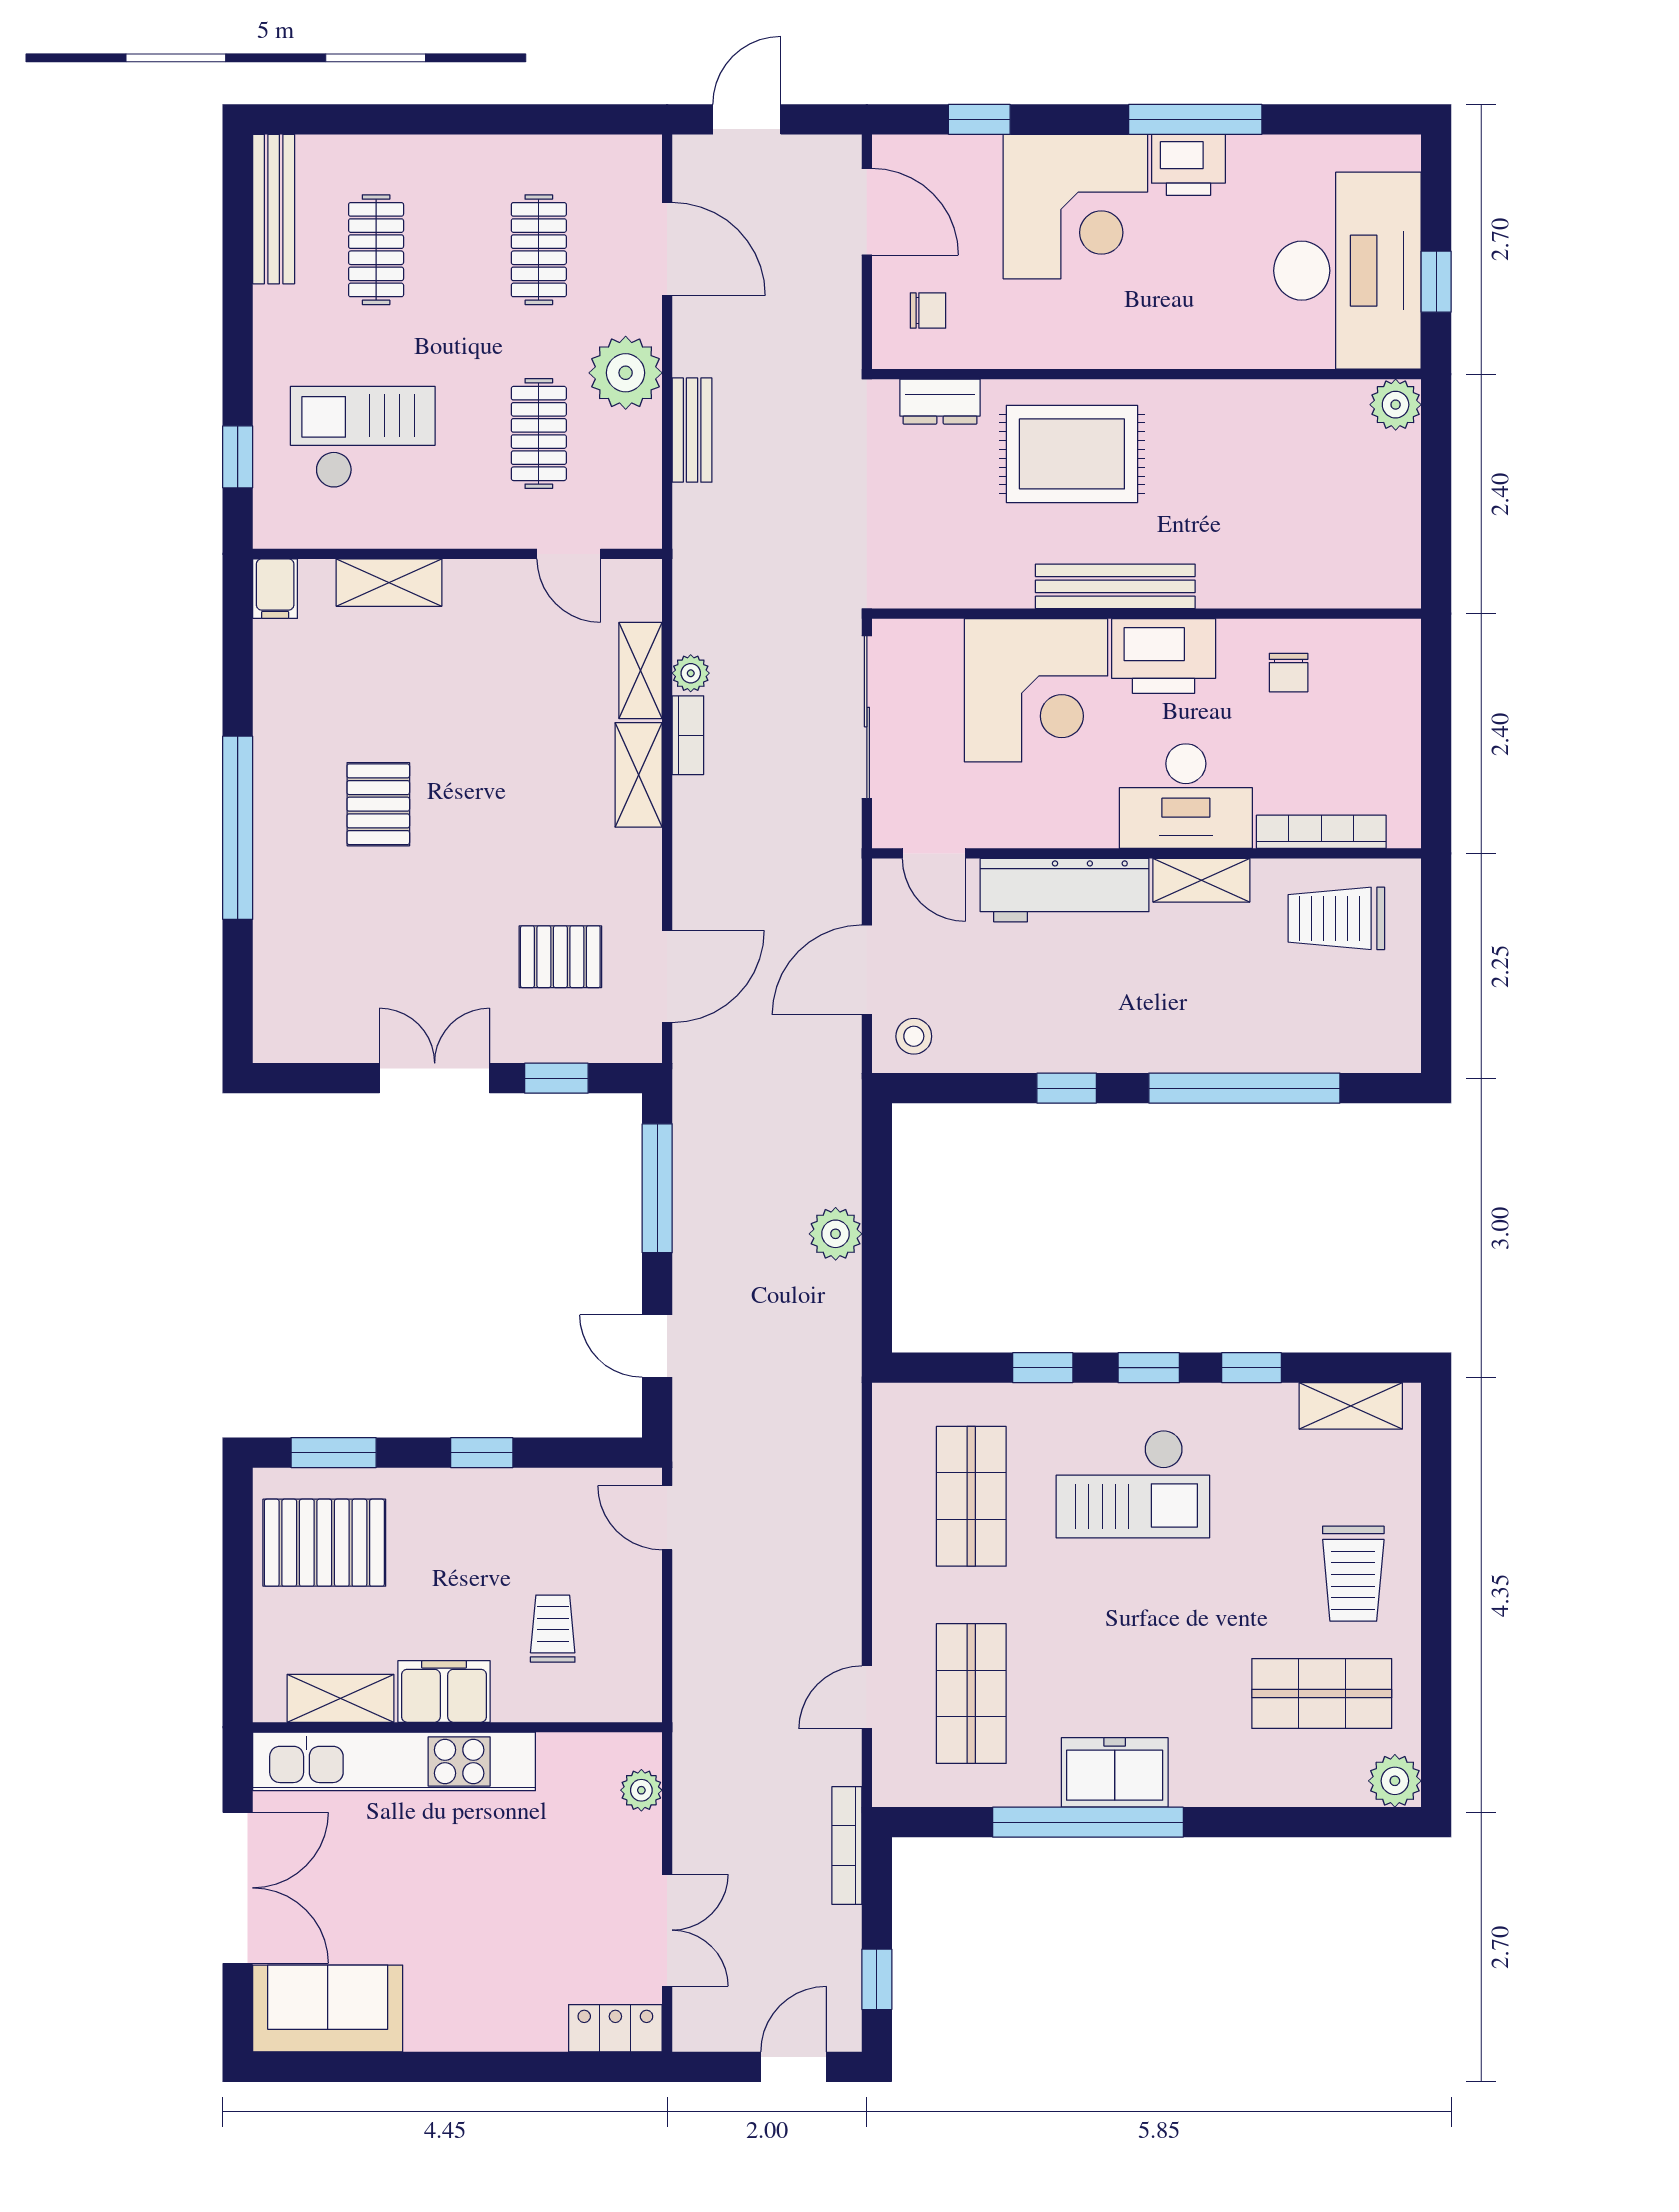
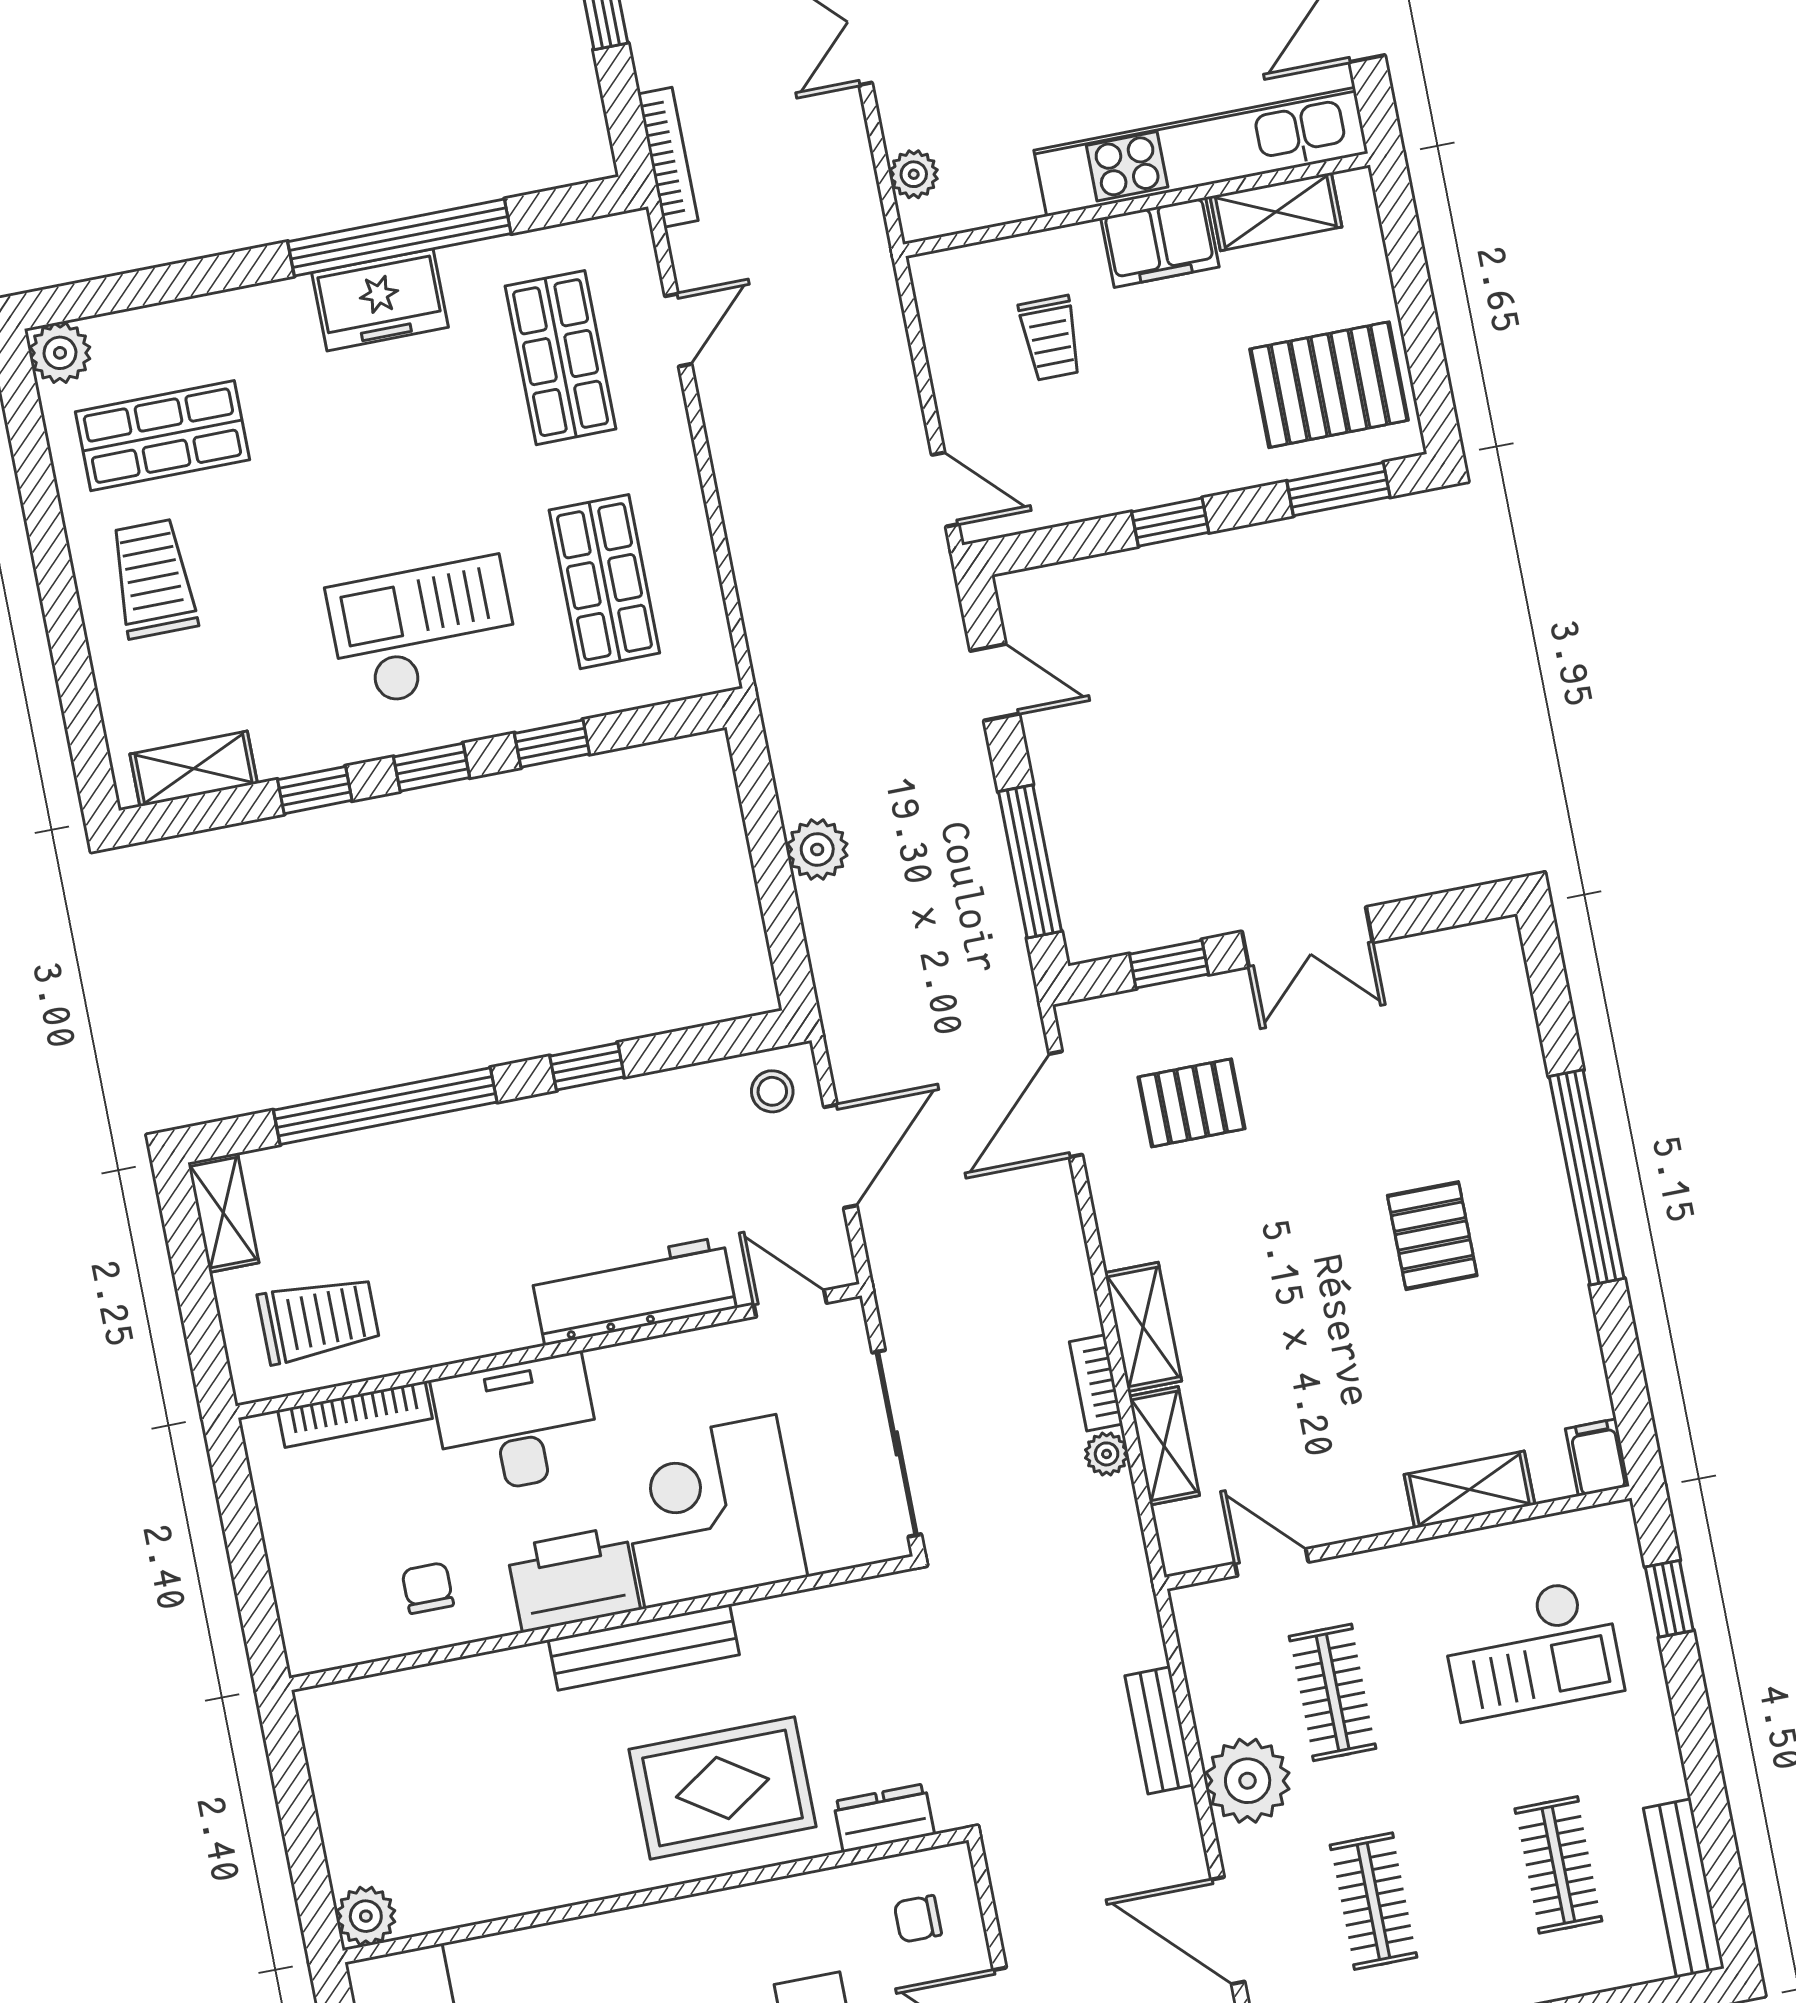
shelving: (1201, 880) -> (223, 1213), moved, turned 90

